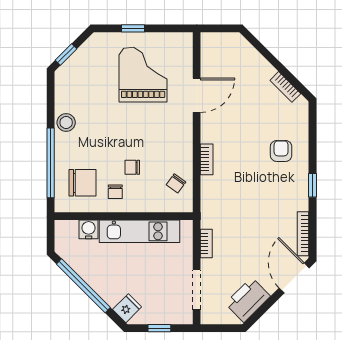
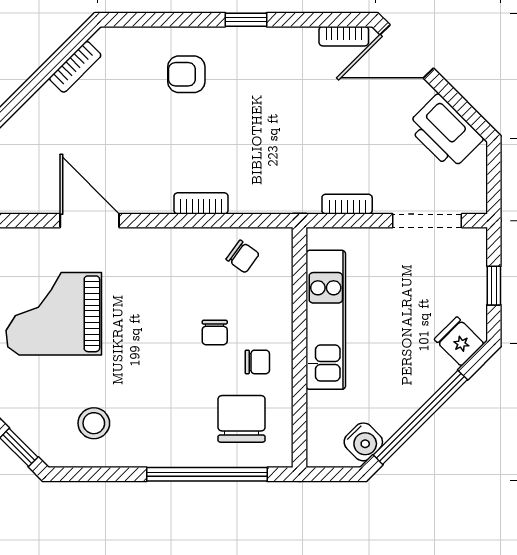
stool: (66, 123) -> (94, 423), moved
water cooler: (89, 229) -> (363, 442), moved, turned -135
bookcase: (303, 234) -> (344, 36), width x0.64

